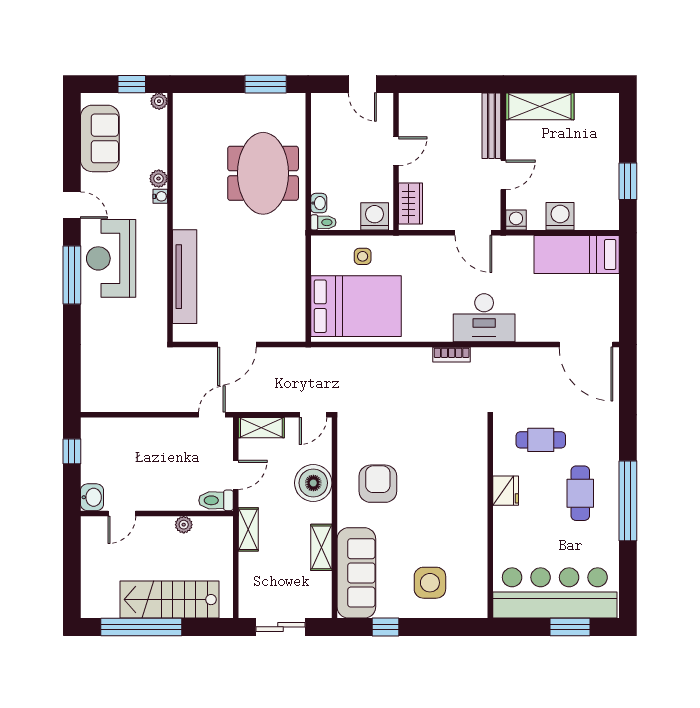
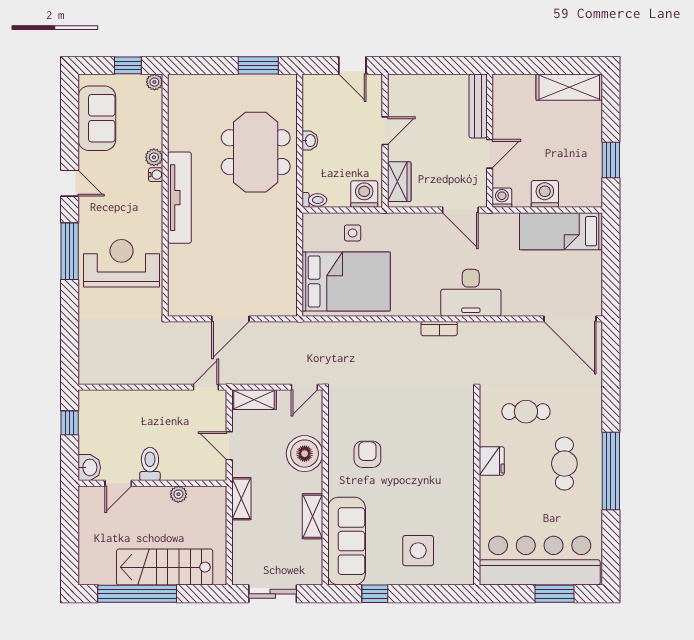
shelving: (540, 106) -> (569, 87), moved
washbasin: (319, 203) -> (310, 141), moved
reception desk: (111, 258) -> (121, 263), moved, turned 90
tv unit: (185, 277) -> (179, 198), moved
door: (236, 475) -> (229, 446), swing flipped
armchair: (378, 484) -> (367, 454), width x0.72, depth x0.72
toilet: (216, 500) -> (150, 464), moved, turned 90

